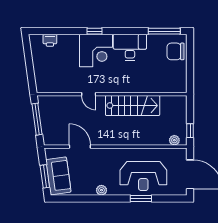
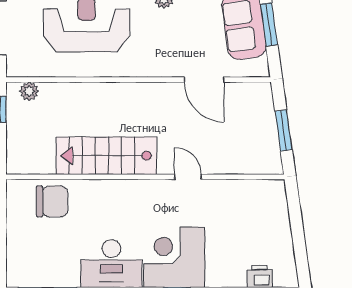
chair: (176, 51) -> (52, 201), moved
window: (37, 119) -> (284, 130), width x0.69

